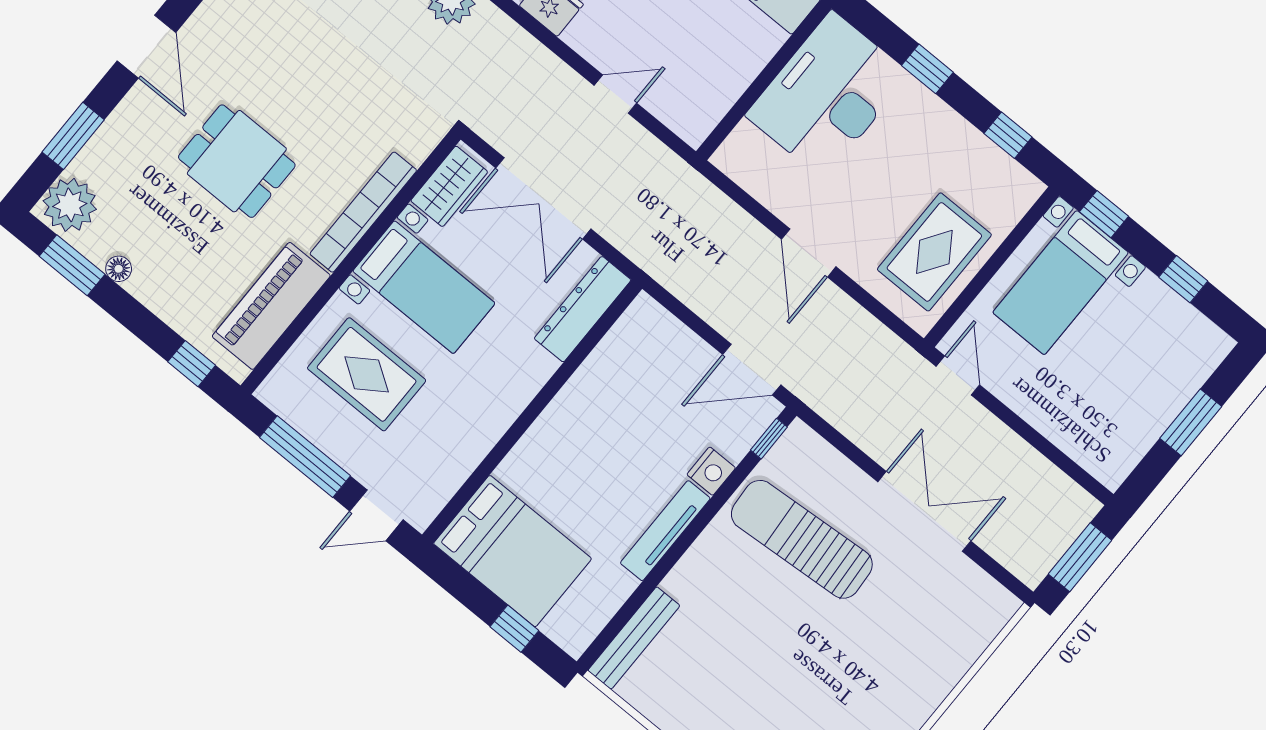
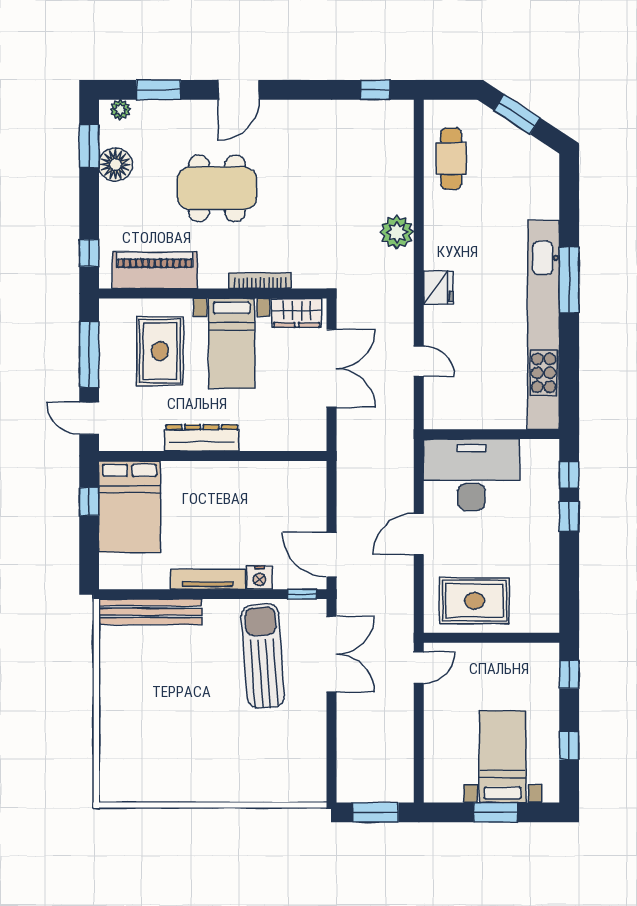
desk: (828, 95) -> (471, 475), moved
window: (1008, 135) -> (569, 475), moved
dining table: (237, 161) -> (217, 188), width x1.37
double door: (543, 198) -> (332, 368), swing flipped
plant: (70, 205) -> (120, 110), width x0.53, depth x0.53
bookcase: (363, 212) -> (260, 281), width x0.68, depth x0.76
floor lamp: (119, 269) -> (115, 165), width x1.89, depth x1.89
bed with nightstands: (1061, 283) -> (503, 757), moved, turned 90
dresser: (583, 309) -> (202, 438), moved
double door: (924, 511) -> (332, 654), moved
window: (514, 629) -> (89, 502), moved
bench: (634, 638) -> (150, 612), width x1.37, depth x1.21

